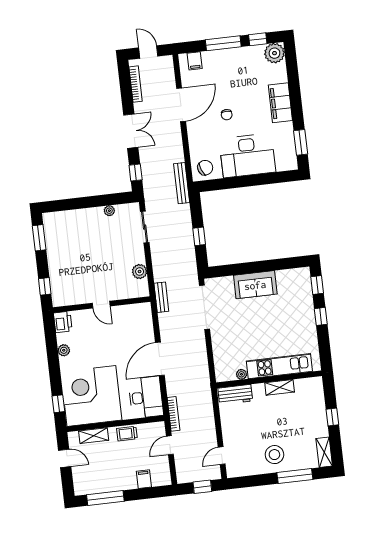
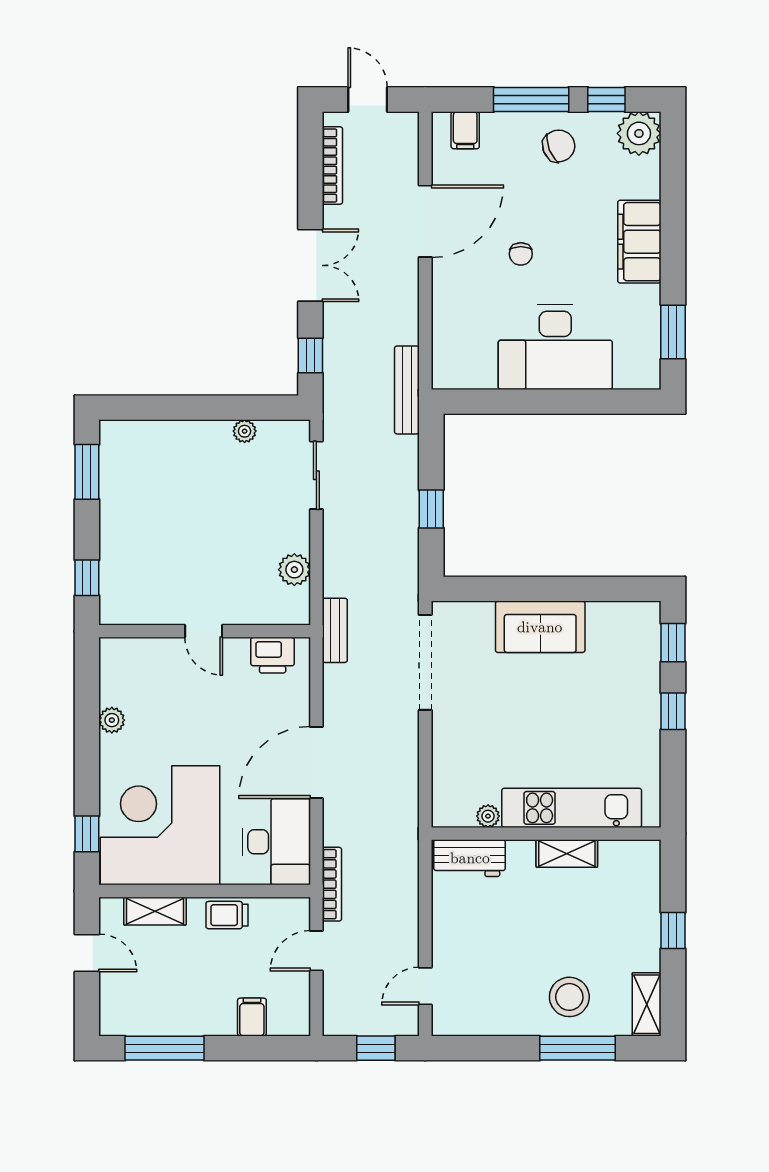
chair: (205, 168) -> (559, 146), moved
printer: (63, 322) -> (273, 655), moved, turned 90
stool: (274, 455) -> (569, 997), moved

